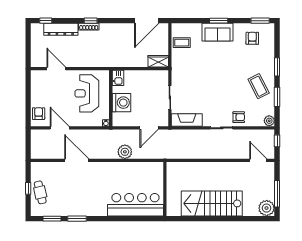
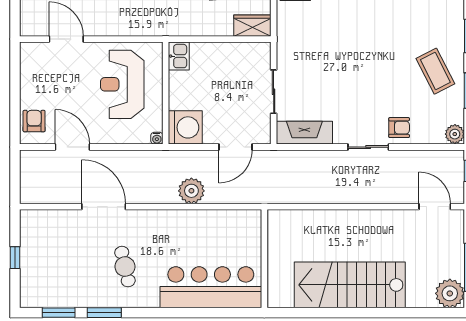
washing machine: (121, 103) -> (185, 127), moved
cafe table: (40, 192) -> (125, 267), moved

